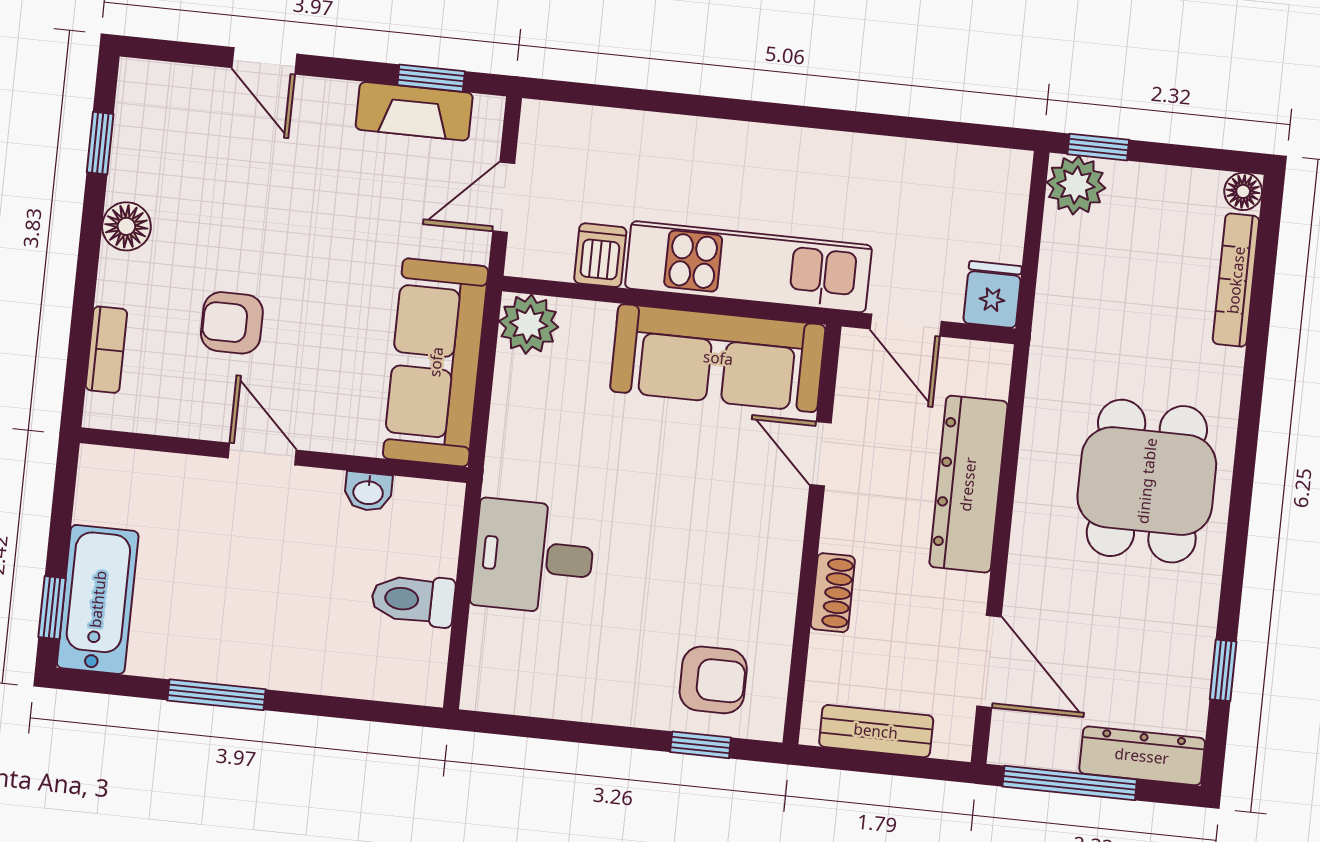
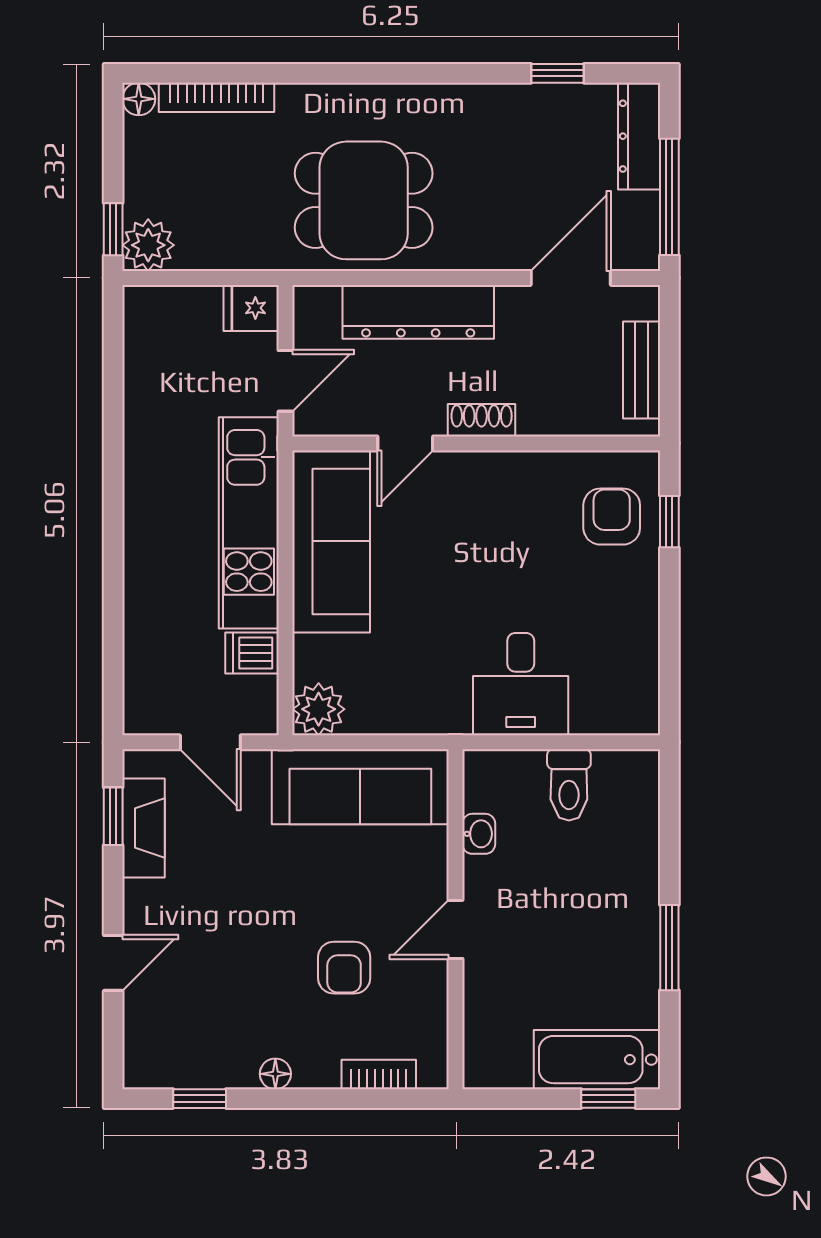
floor lamp: (126, 226) -> (275, 1074), width x0.73, depth x0.73
dining table: (1147, 481) -> (364, 200), moved
shoe rack: (833, 593) -> (482, 420), moved

